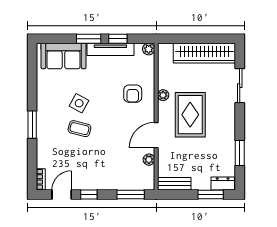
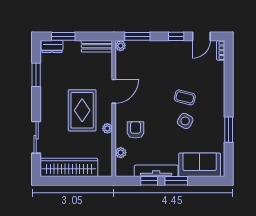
plant: (149, 49) -> (121, 153), moved
window: (32, 125) -> (229, 130), moved
plant: (149, 160) -> (120, 46), moved

